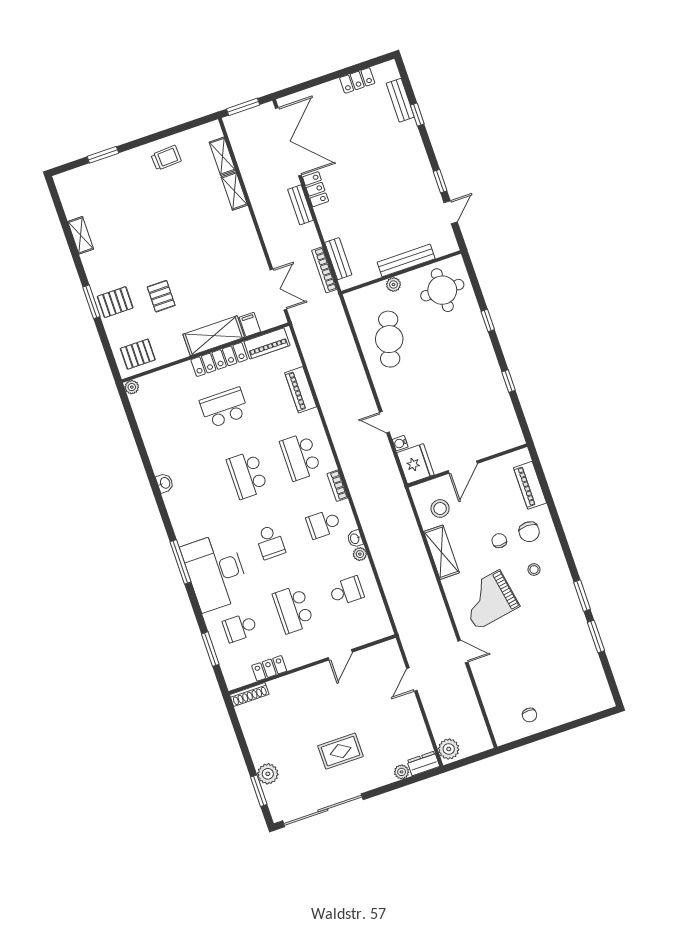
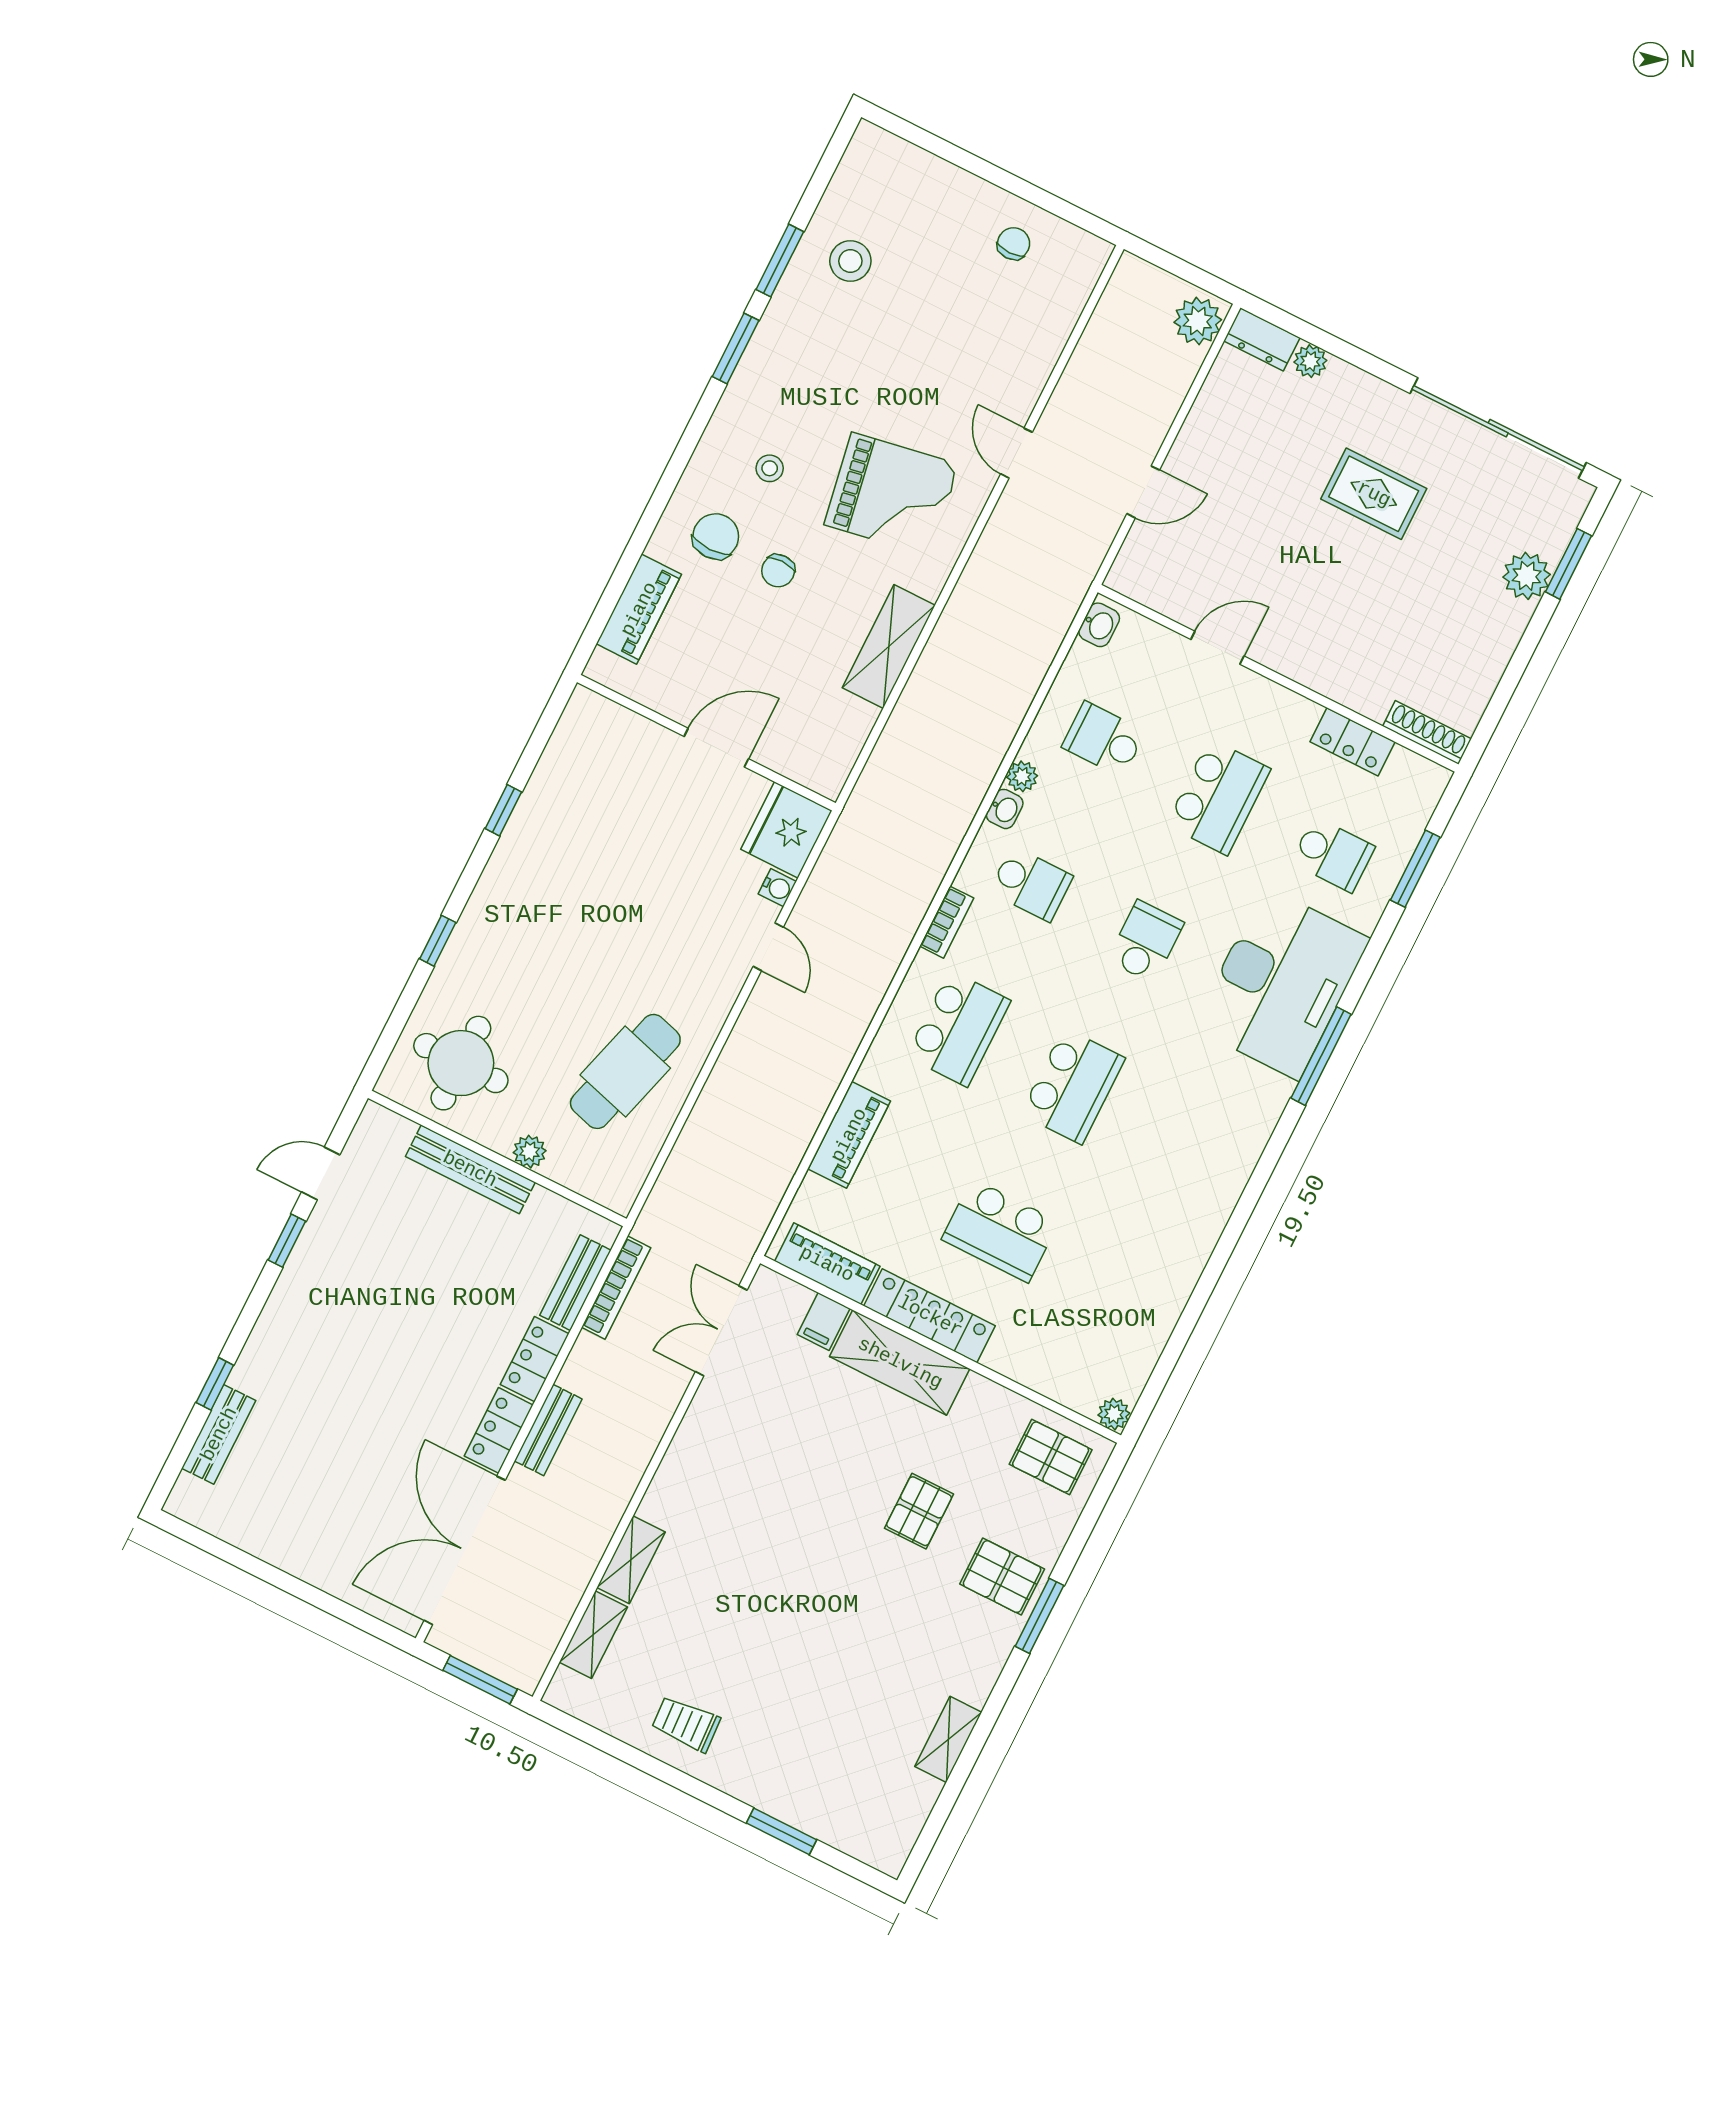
locker: (357, 80) -> (535, 1359), moved, turned -90
washbasin: (165, 483) -> (1099, 625), moved, turned 180
stool: (440, 509) -> (850, 261), moved

